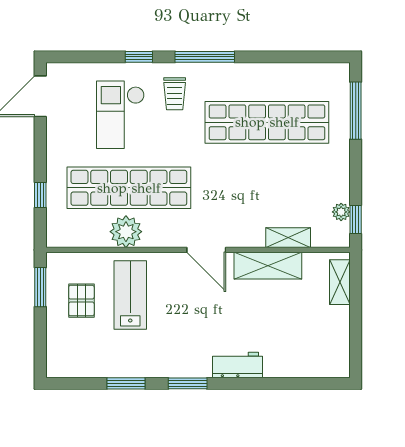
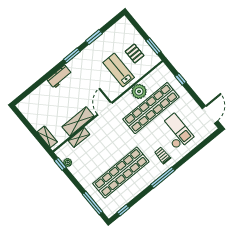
window: (139, 57) -> (123, 210), moved
door: (206, 250) -> (105, 109), hinge flipped
lab bench: (130, 295) -> (119, 70), turned 180

